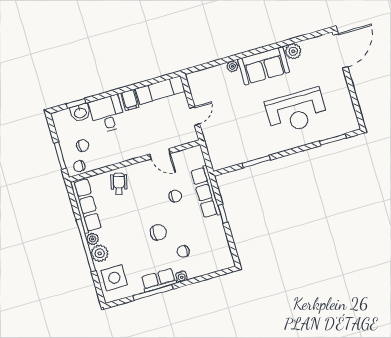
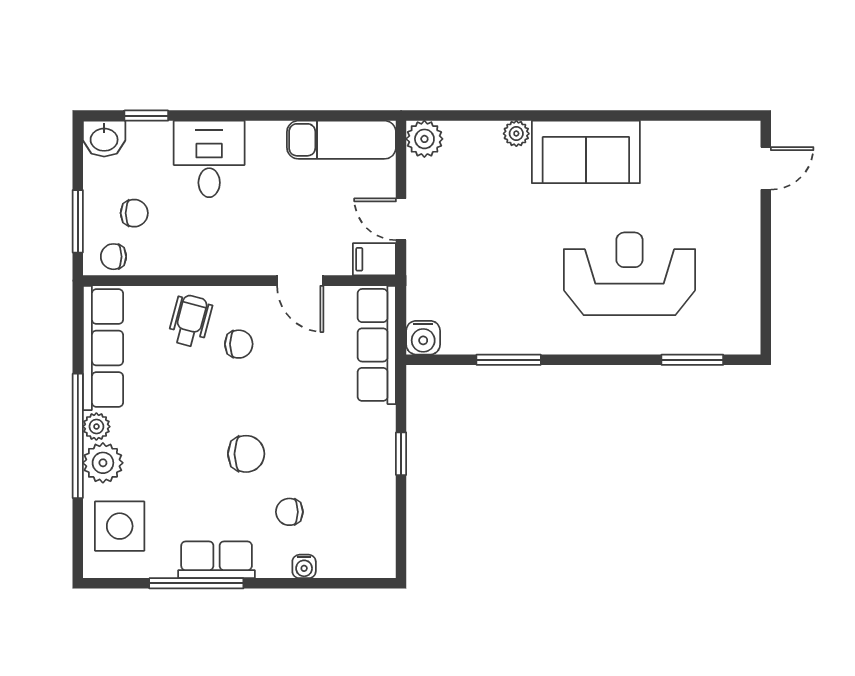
plant: (293, 51) -> (424, 139), moved
door: (340, 51) -> (766, 168), width x0.53
filing cabinet: (130, 100) -> (374, 259), moved, turned 90
reception desk: (296, 111) -> (629, 274), turned 180
washbasin: (80, 113) -> (104, 139), moved
door: (195, 116) -> (401, 219), swing flipped
water cooler: (218, 163) -> (423, 338), added
row of seats: (206, 192) -> (377, 345), moved
chair: (175, 196) -> (239, 344), moved
water cooler: (181, 277) -> (304, 566), moved

